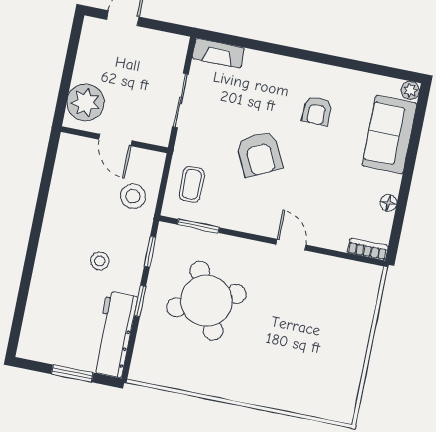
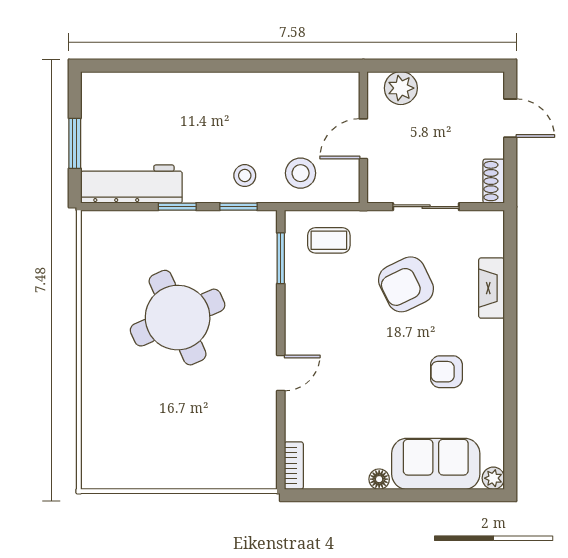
shoe rack: (171, 42) -> (494, 181), added
fireplace: (218, 53) -> (492, 288), moved
plant: (86, 102) -> (401, 88), width x0.73, depth x0.73
armchair: (259, 154) -> (406, 284), moved
floor lamp: (388, 203) -> (379, 479), moved
stool: (100, 261) -> (245, 176), moved
round table: (206, 301) -> (178, 318), moved

